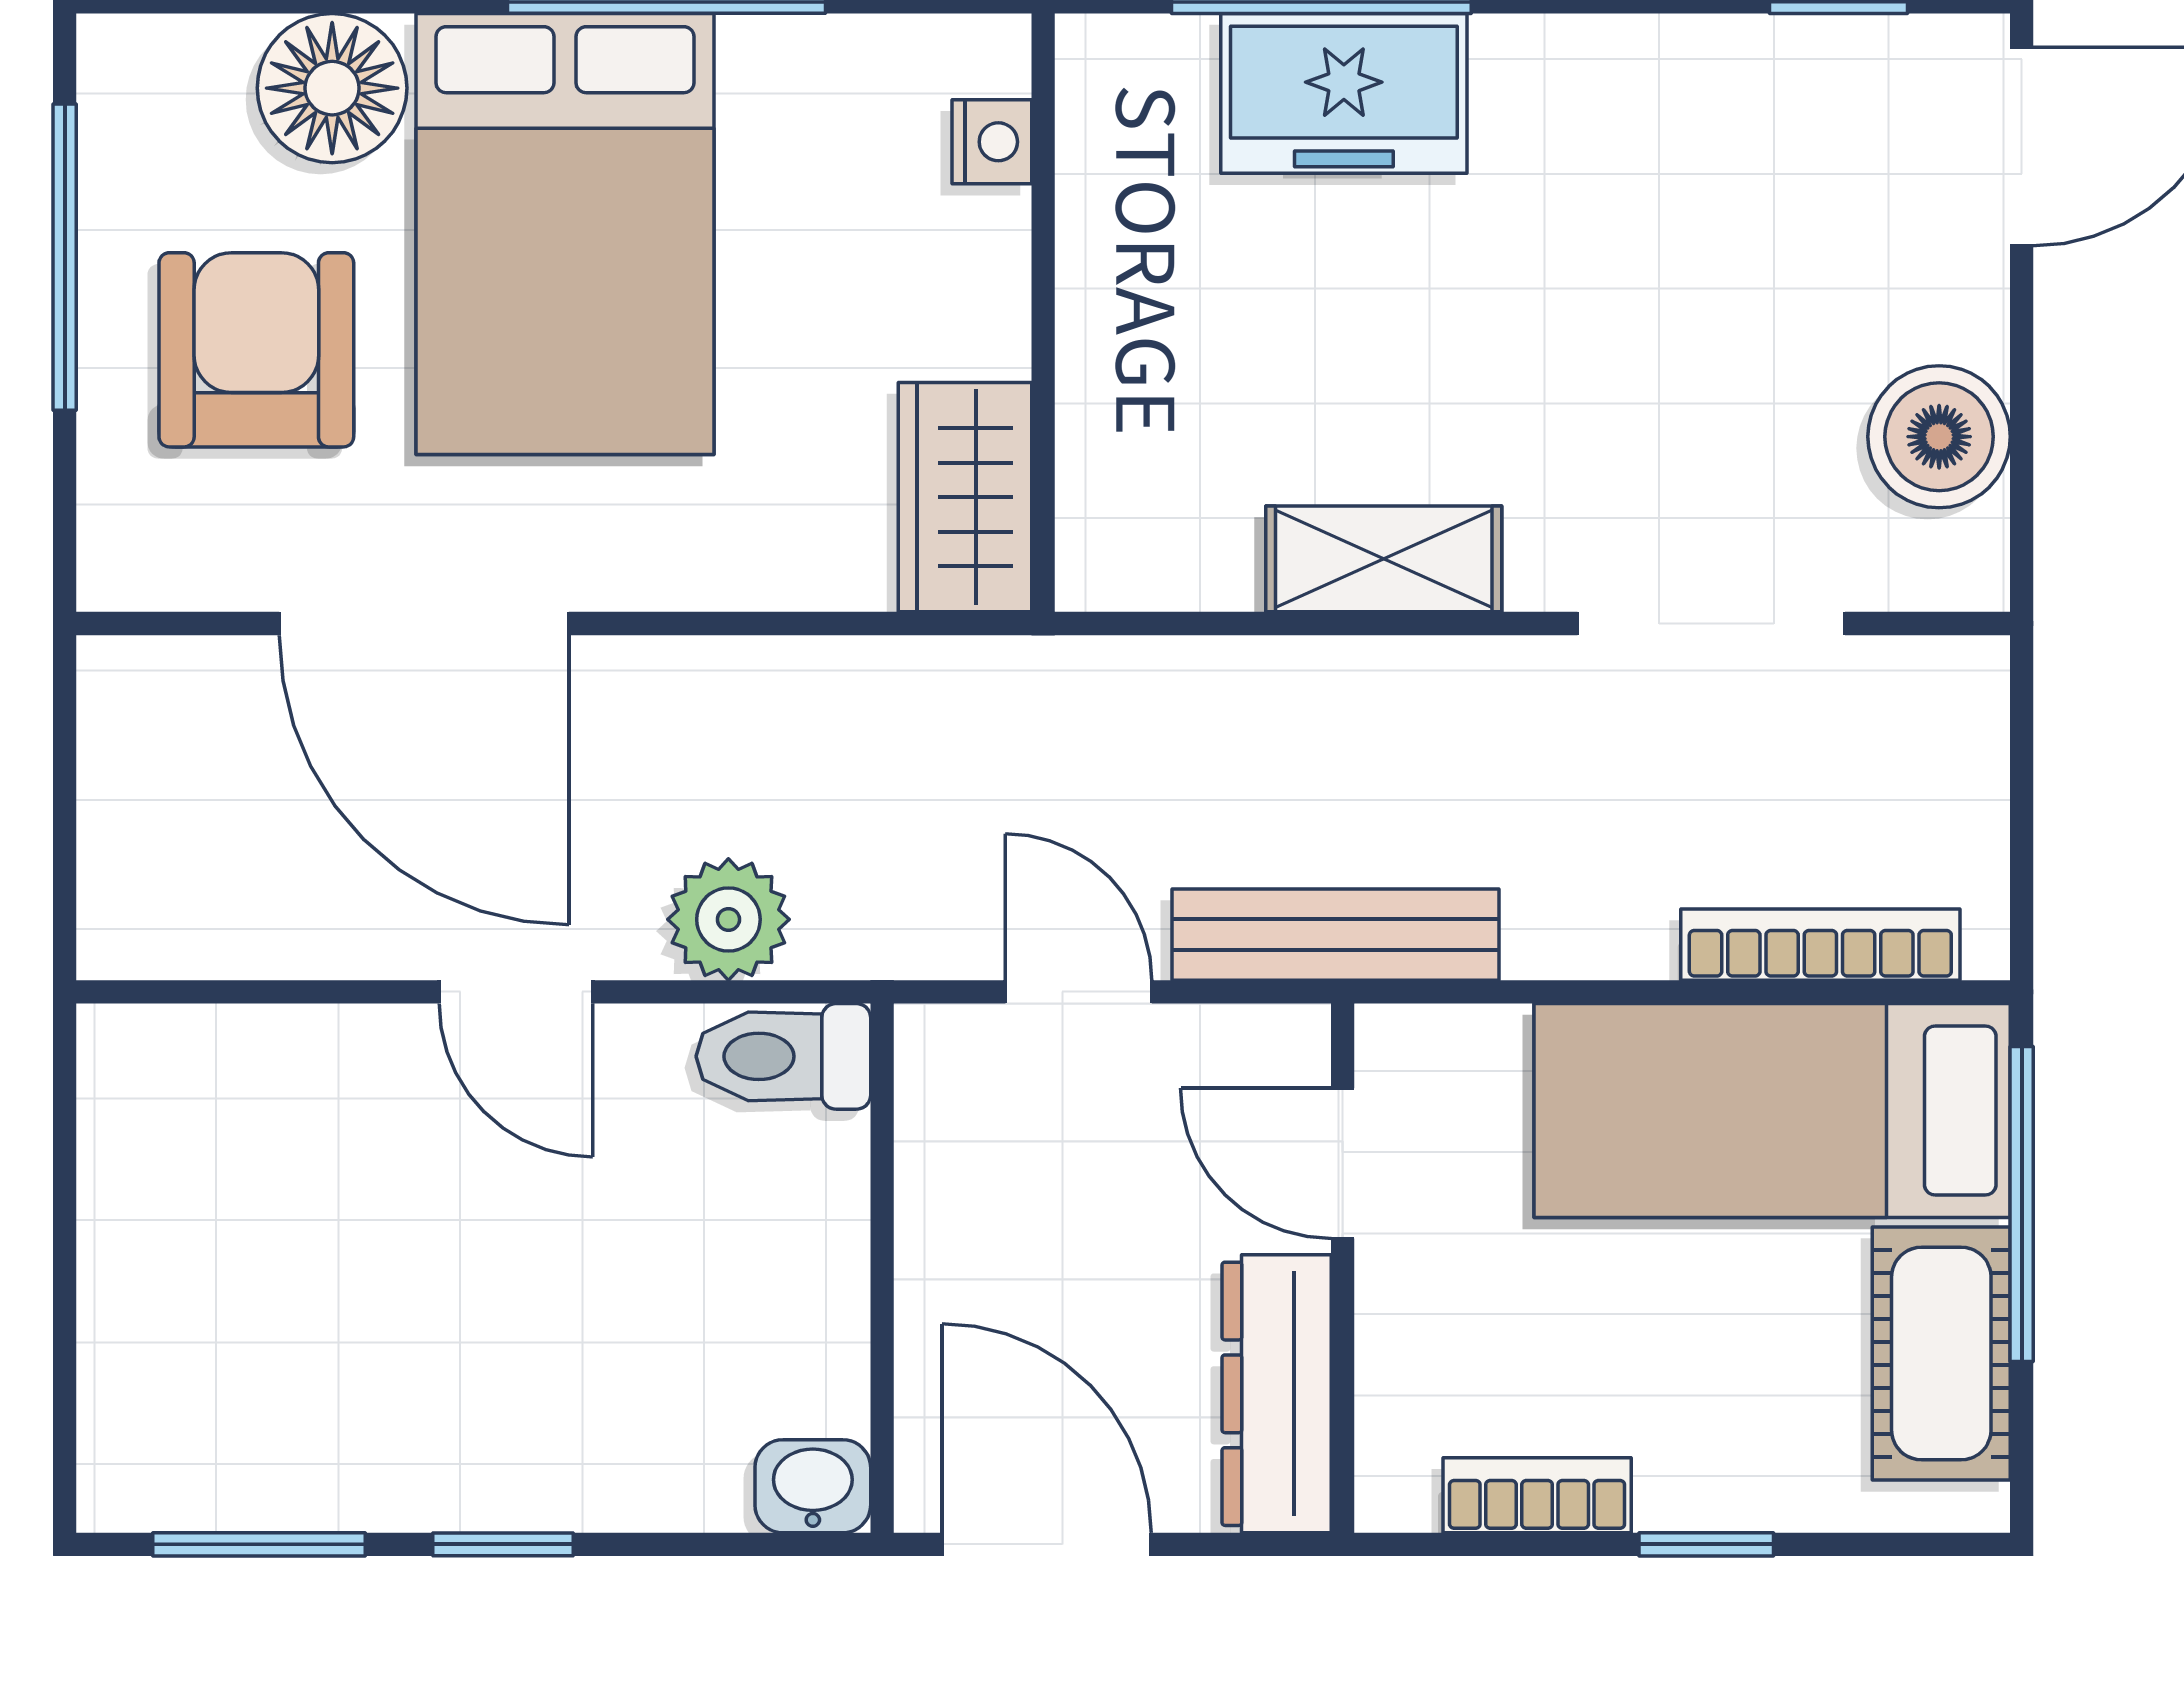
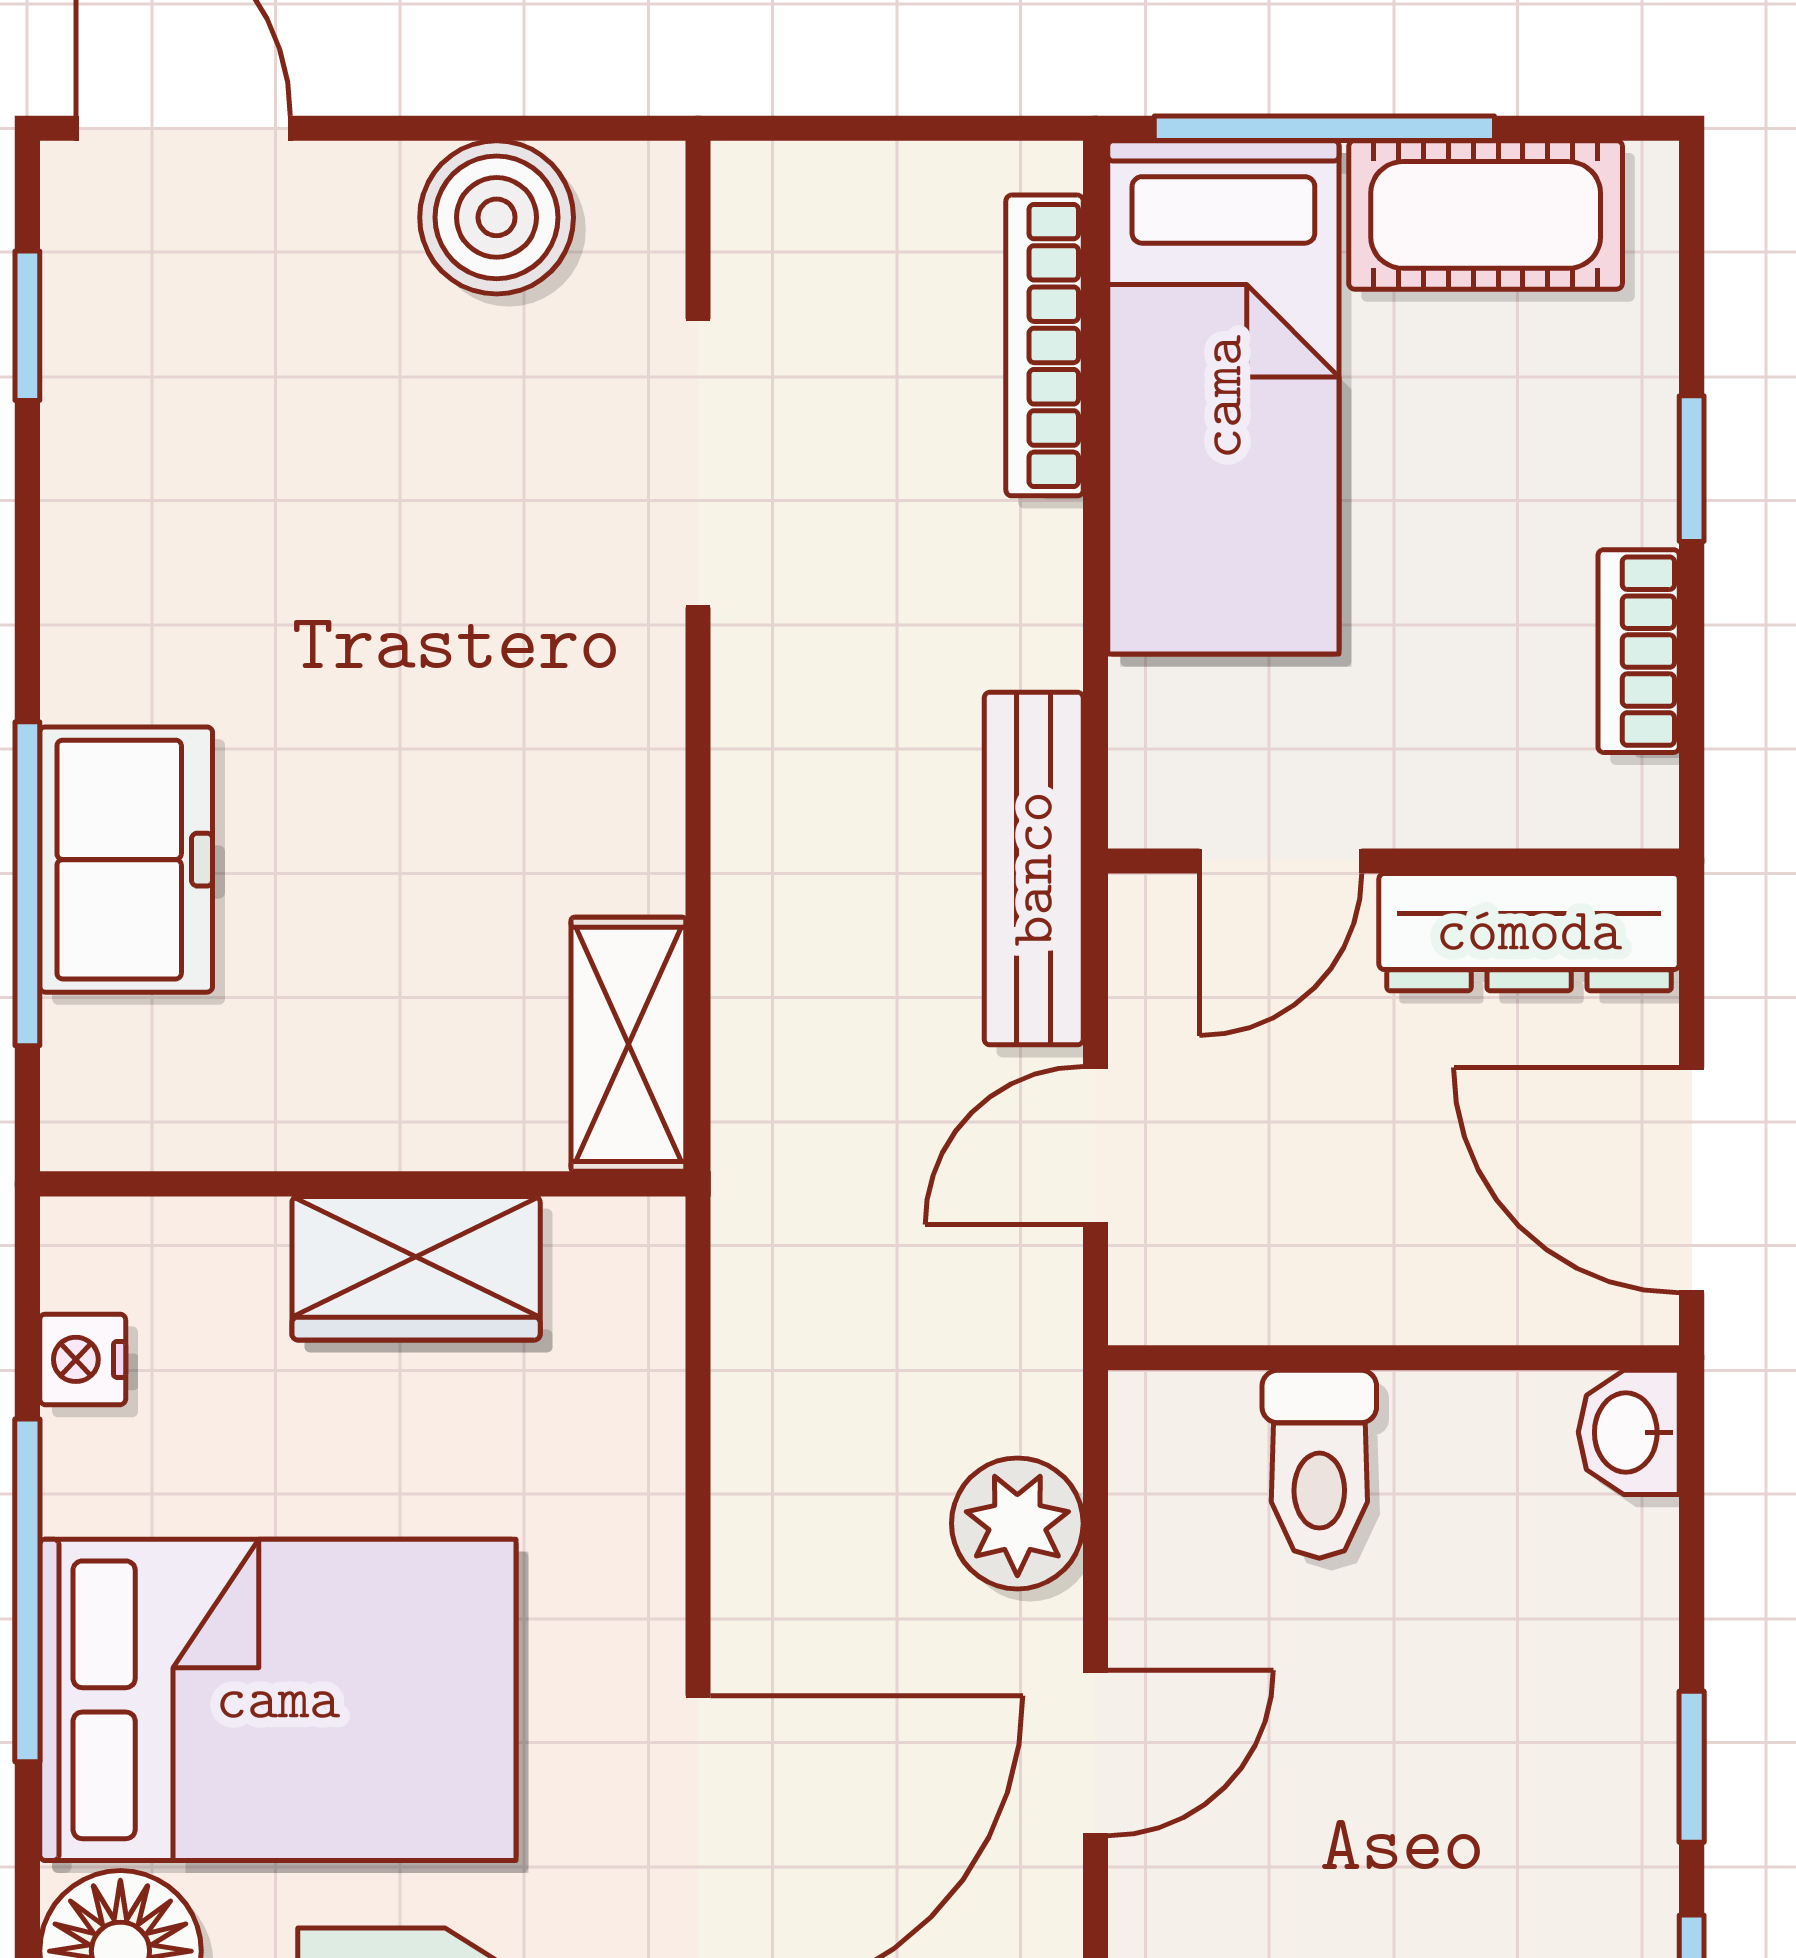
nightstand: (992, 142) -> (83, 1359), moved, turned -90
wardrobe: (965, 497) -> (416, 1268), moved
shelving: (1384, 559) -> (628, 1044), moved
toilet: (783, 1056) -> (1319, 1464), moved
door: (1047, 1544) -> (1692, 1180), hinge flipped

